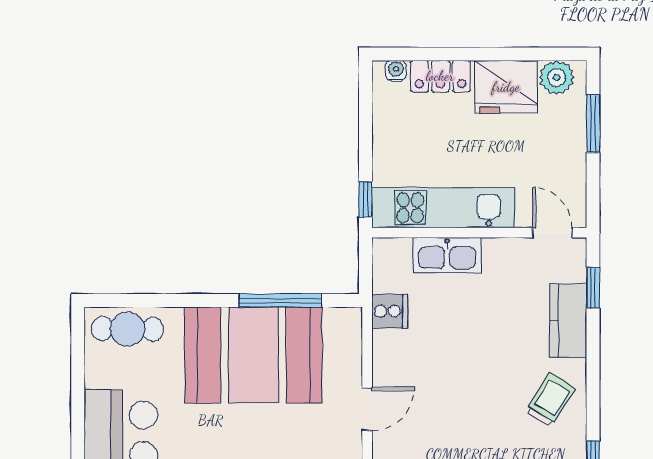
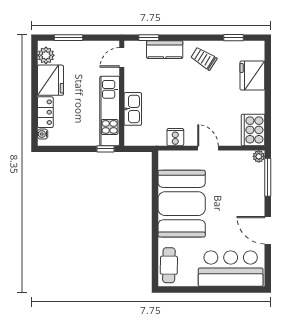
window: (280, 301) -> (155, 191), removed
cooker: (390, 311) -> (175, 137), moved

